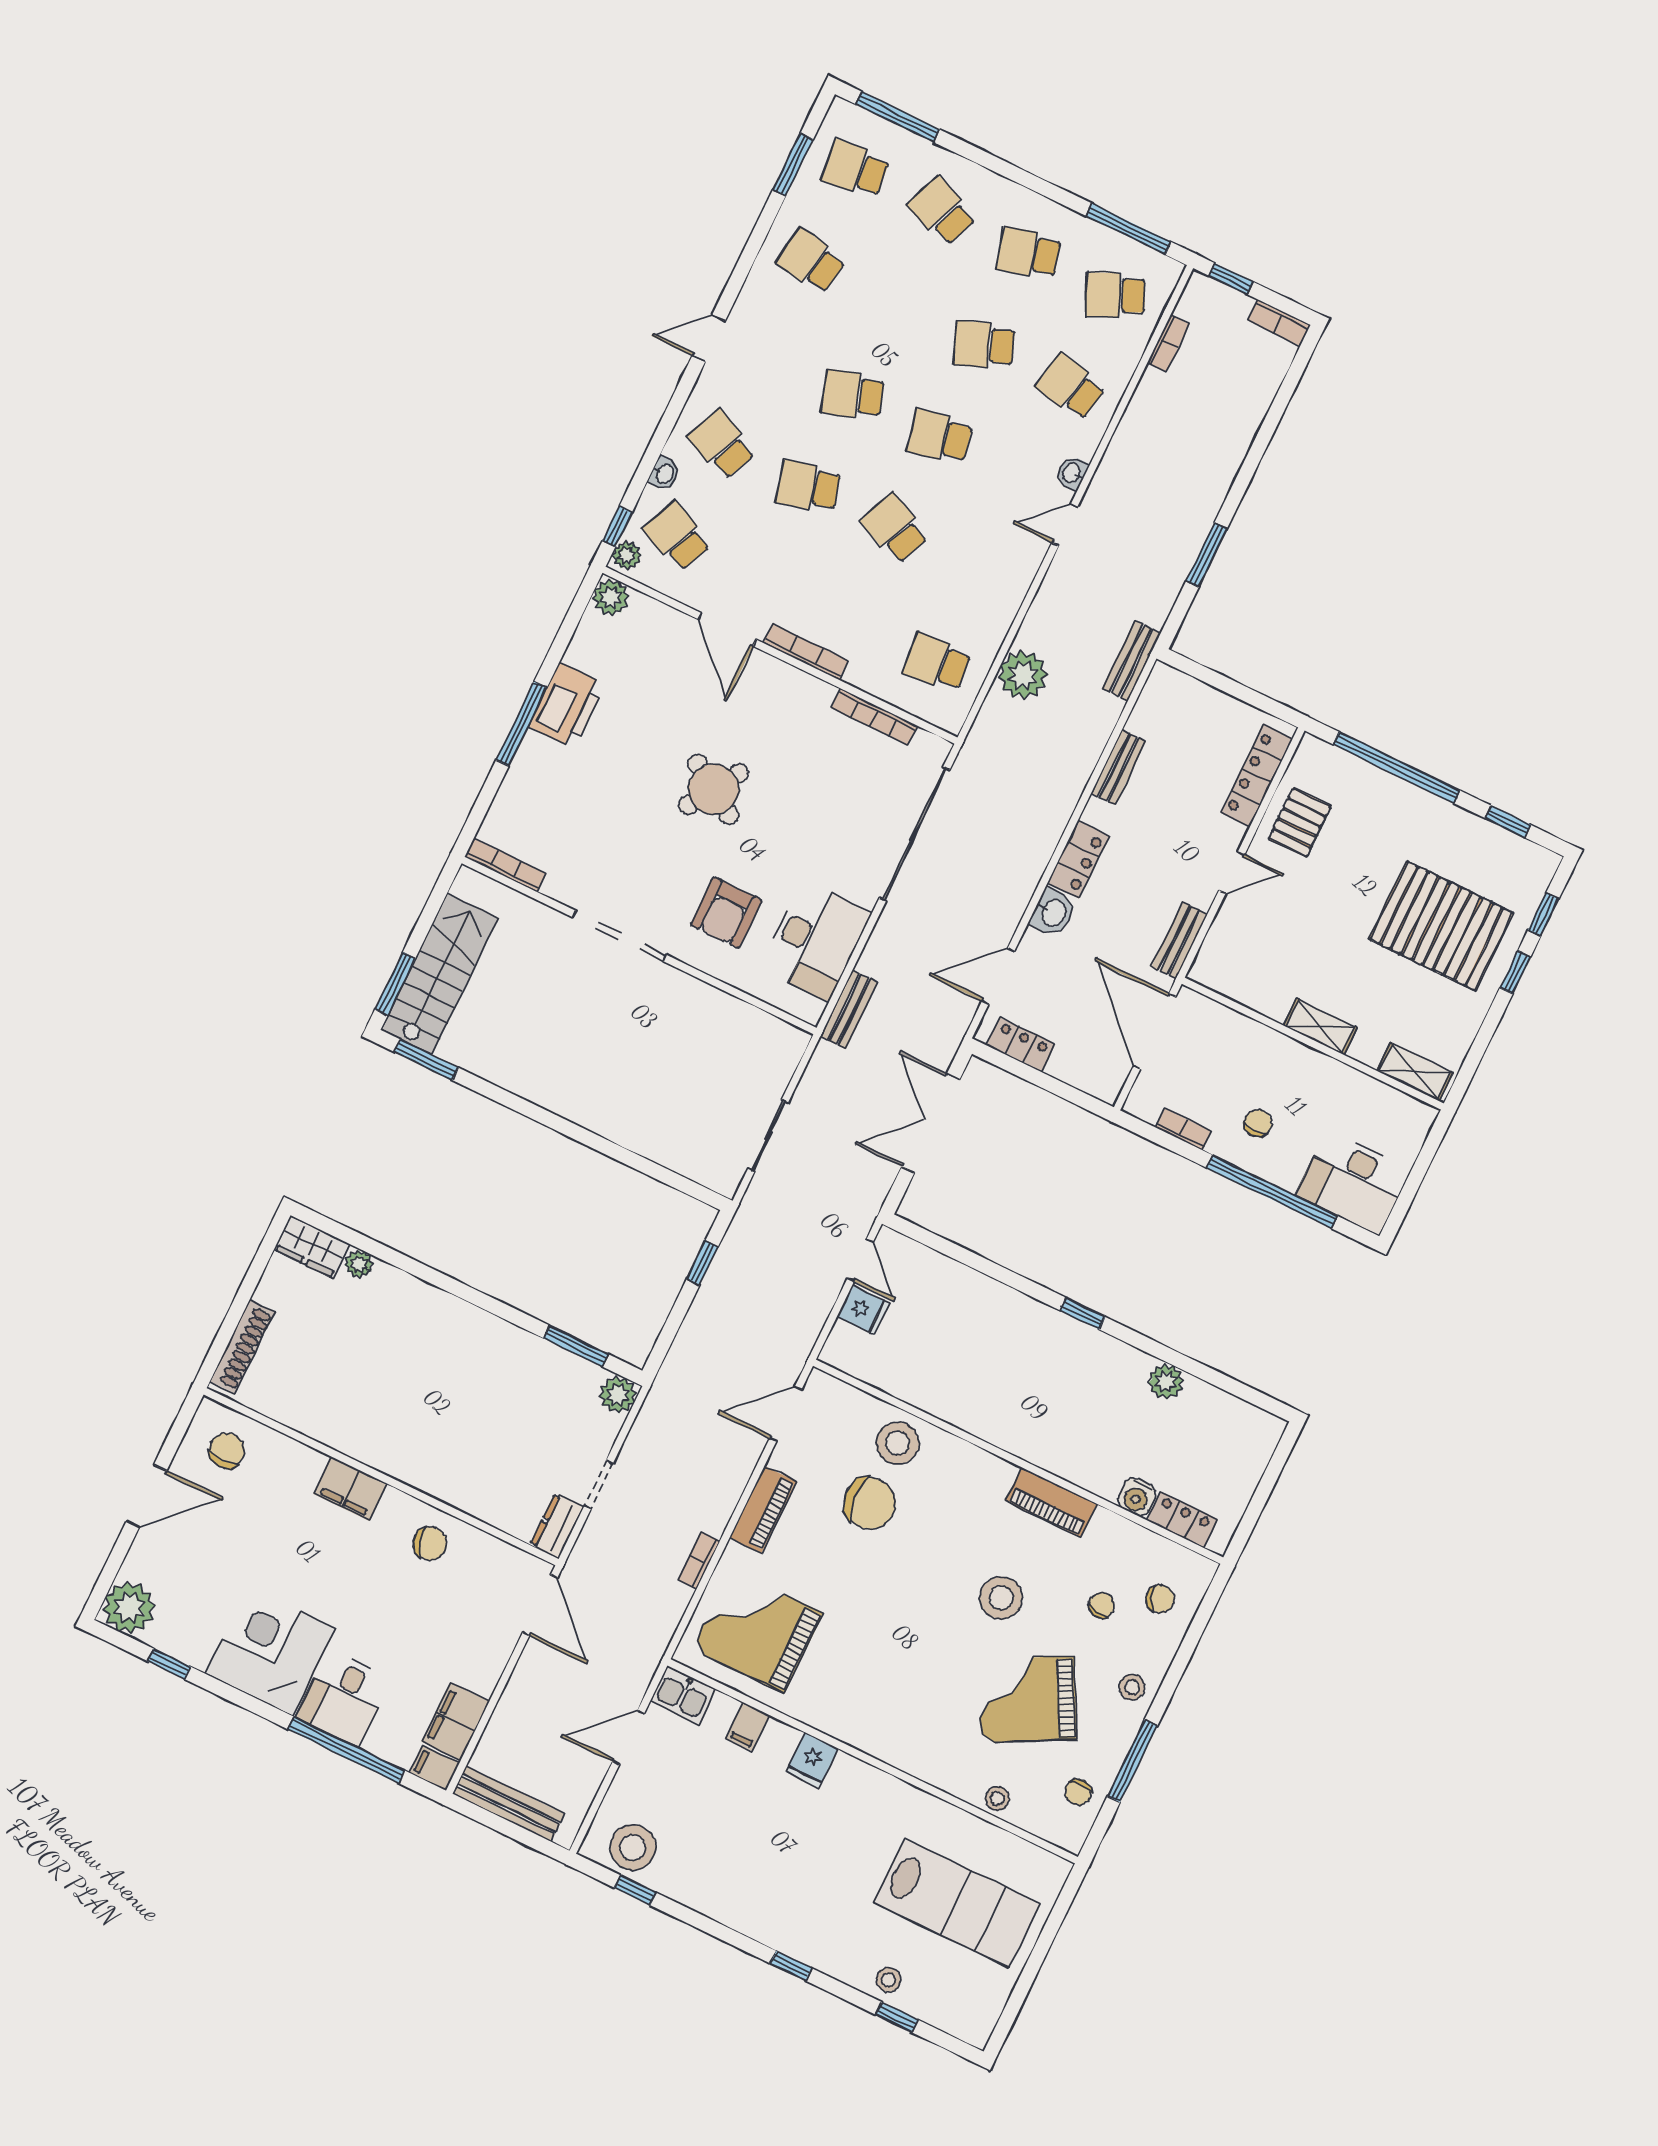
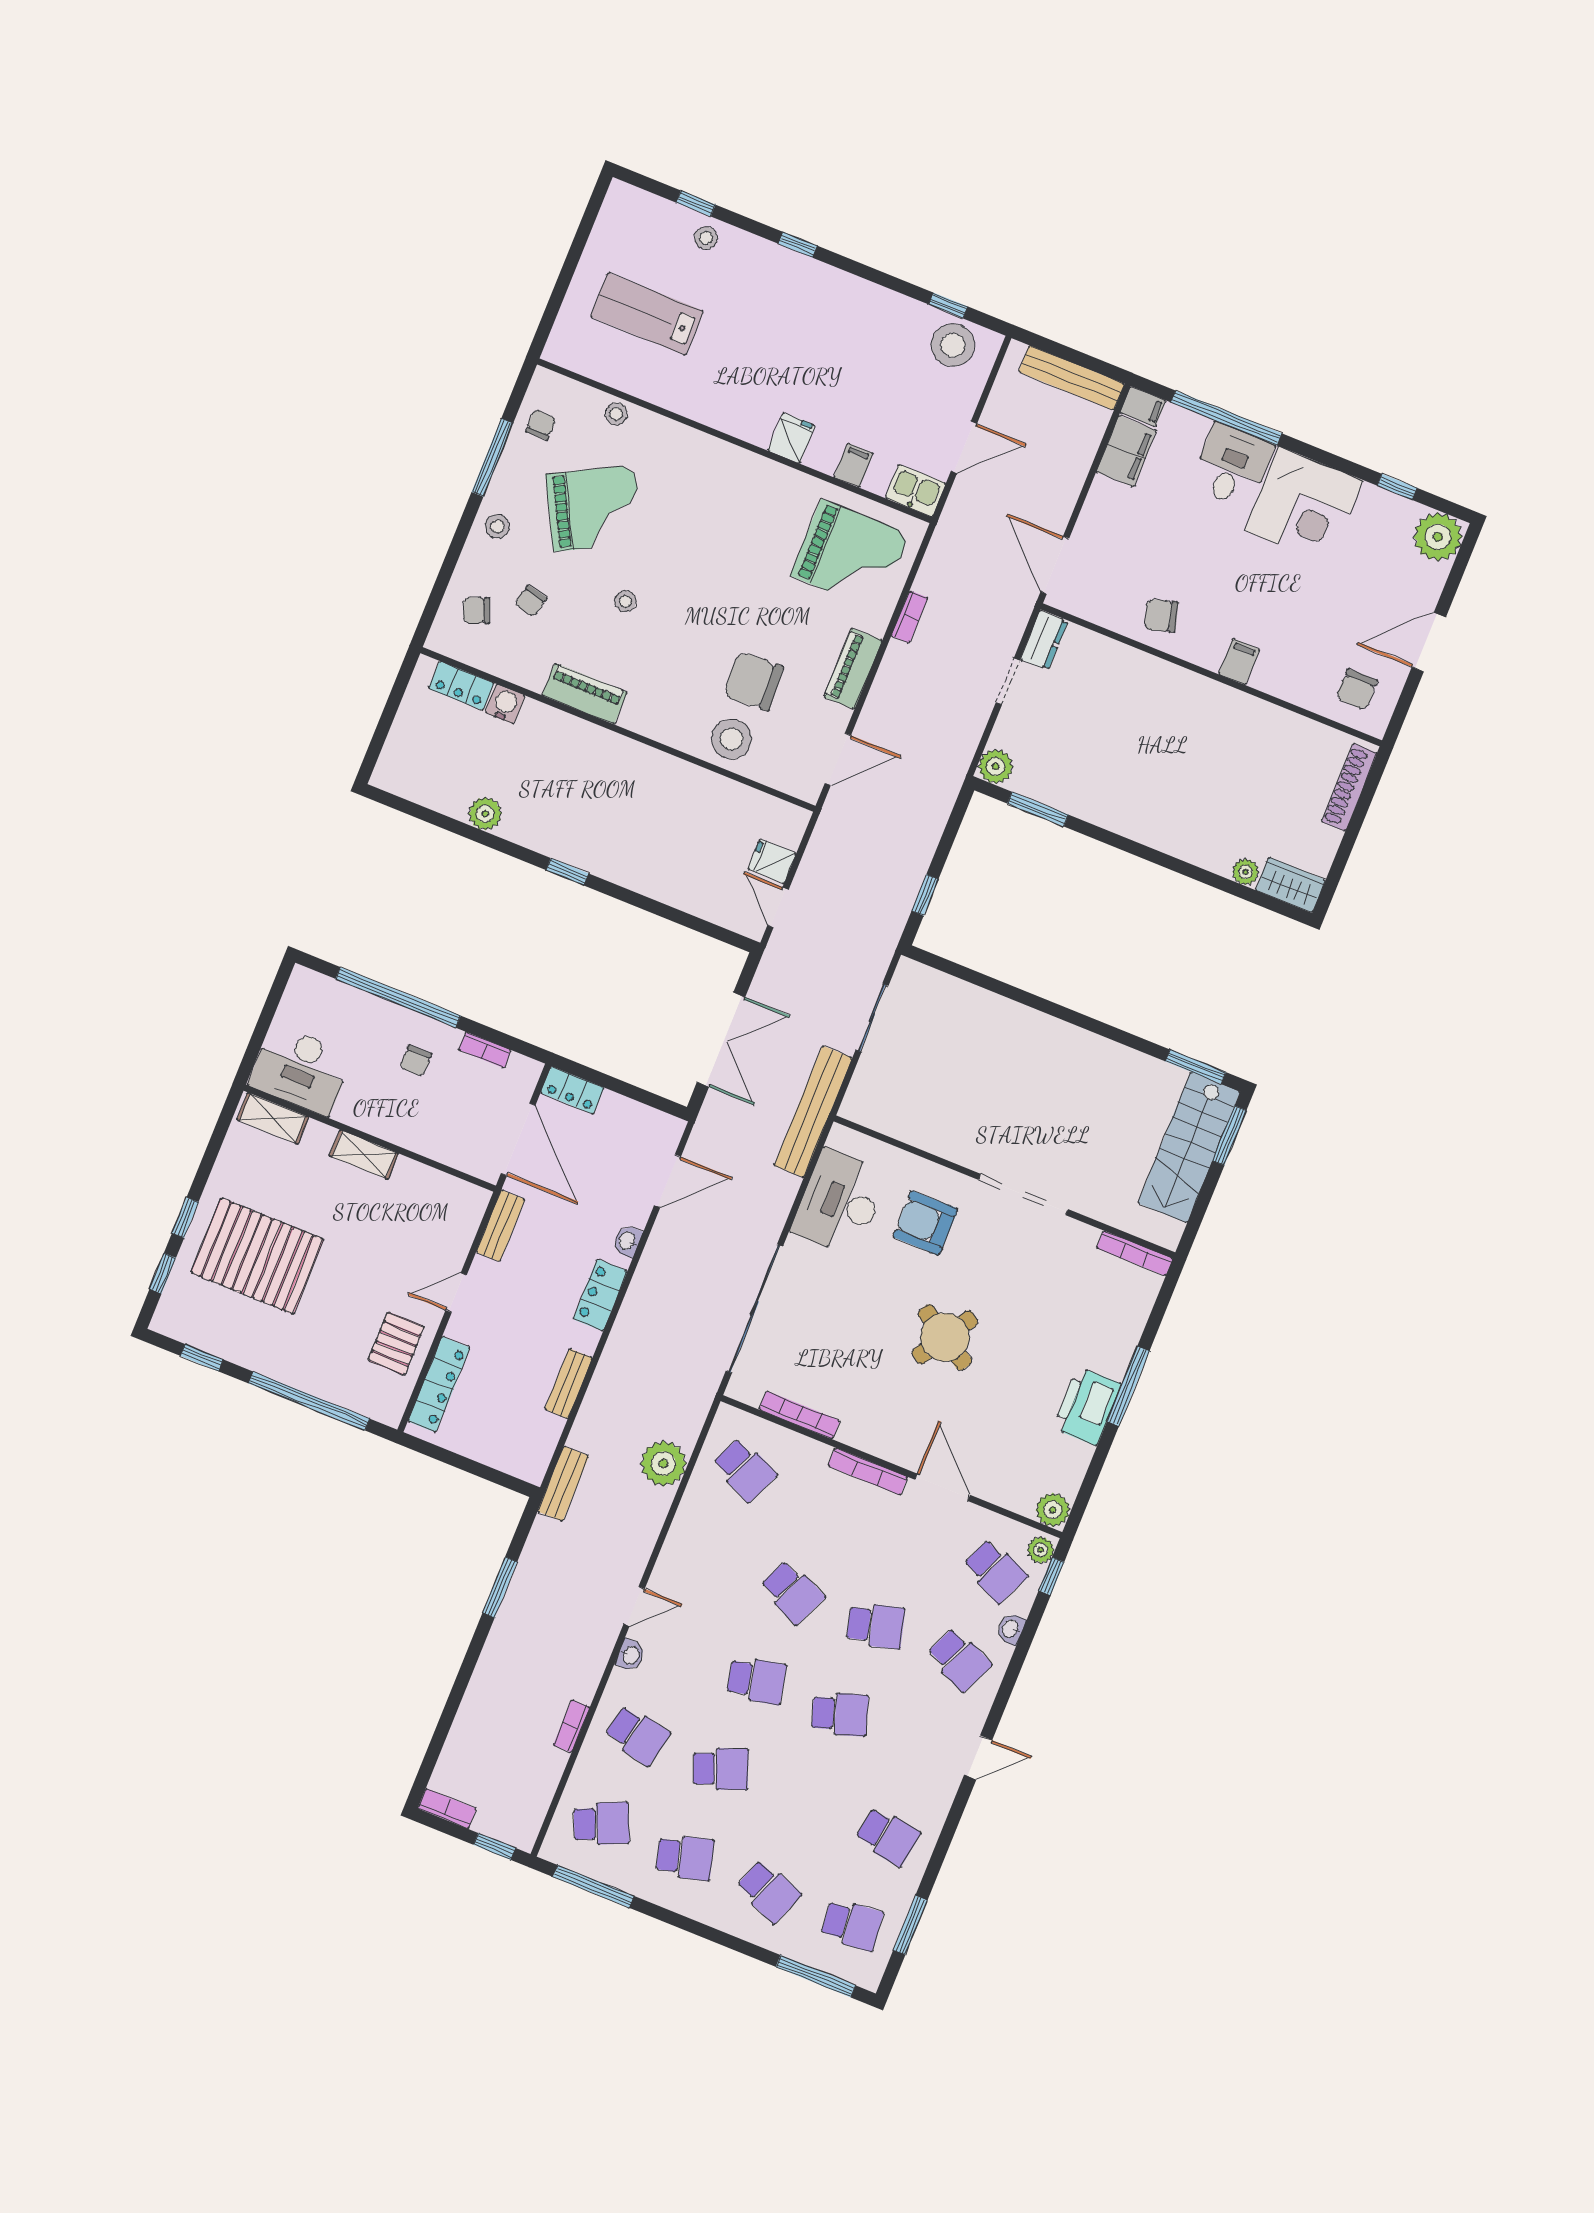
bookcase: (1168, 343) -> (572, 1726), moved
school desk: (937, 662) -> (744, 1470), turned 30
washbasin: (1053, 912) -> (627, 1241), width x0.72, depth x0.69
armchair: (726, 913) -> (925, 1223), turned -90
bench: (849, 1009) -> (813, 1112), width x1.86, depth x1.21
locker: (1021, 1045) -> (572, 1090), moved
desk: (1353, 1183) -> (301, 1069), moved, turned 180
filing cabinet: (350, 1489) -> (1239, 662), width x0.50
stool: (1001, 1598) -> (625, 601), width x0.53, depth x0.53
lab bench: (957, 1903) -> (647, 314), width x0.73, depth x0.72

